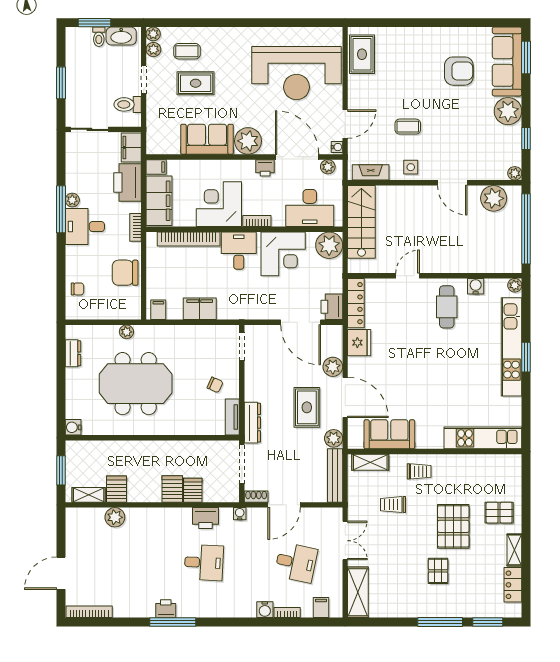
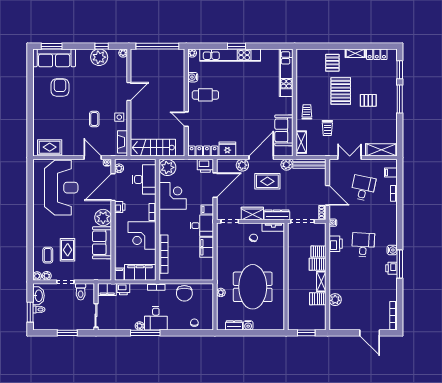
plant: (508, 111) -> (99, 57), moved
printer: (127, 183) -> (123, 289), width x0.53, depth x0.68
plant: (494, 198) -> (138, 66), removed
desk: (239, 251) -> (202, 226), moved, turned 180
filing cabinet: (158, 310) -> (207, 209), moved
wardrobe: (255, 383) -> (252, 213), added
water cooler: (73, 427) -> (248, 325), moved
shelving: (89, 495) -> (321, 282), moved
pallet: (453, 526) -> (341, 91), turned 90
water cooler: (265, 610) -> (392, 250), moved

